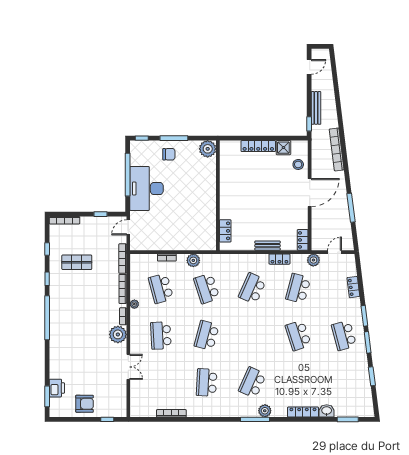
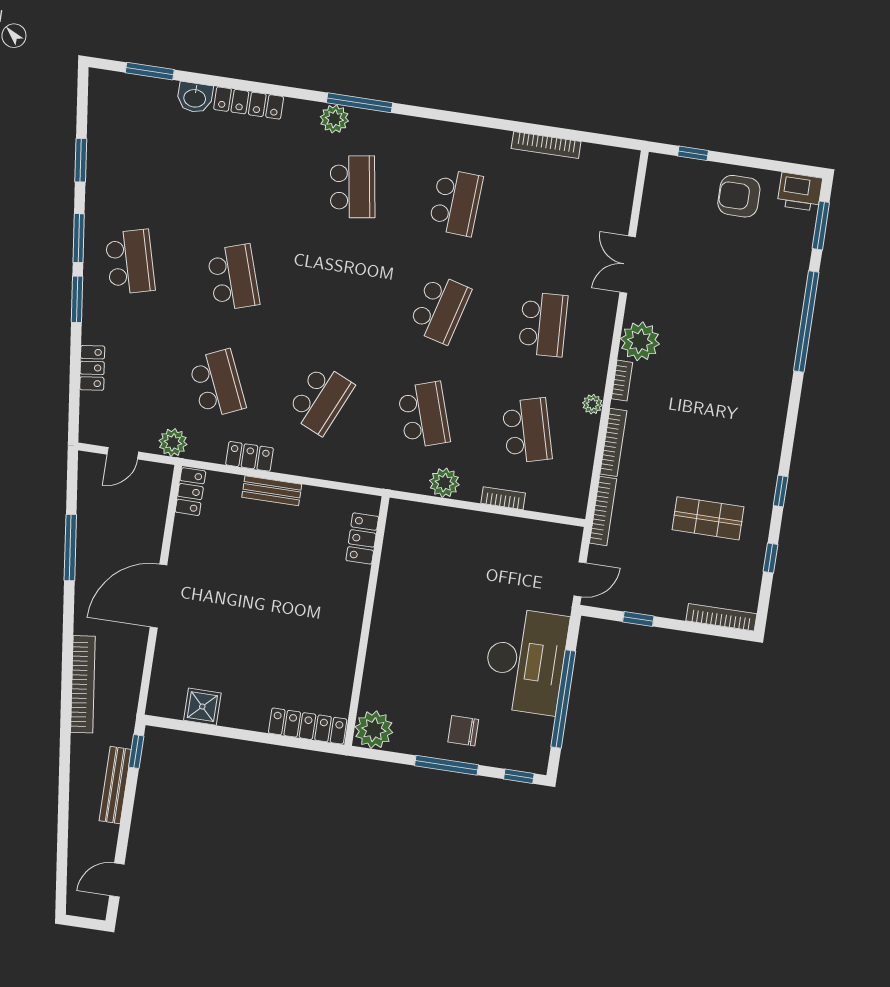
locker: (258, 146) -> (308, 726), moved
stool: (298, 164) -> (175, 663), removed
school desk: (298, 288) -> (217, 384), turned -39
window: (47, 318) -> (806, 321), moved
school desk: (252, 382) -> (353, 187), turned -33
printer: (57, 388) -> (800, 192), moved, turned -90

